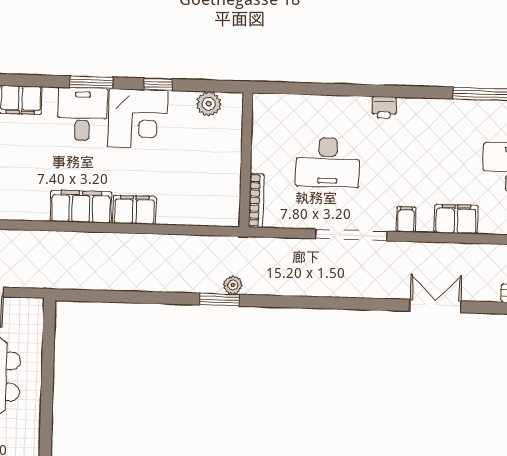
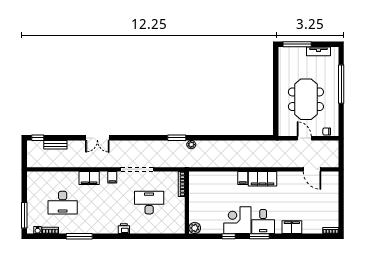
plant: (209, 104) -> (195, 228), moved
filing cabinet: (134, 210) -> (243, 178), width x0.50
window: (220, 300) -> (177, 138), moved

